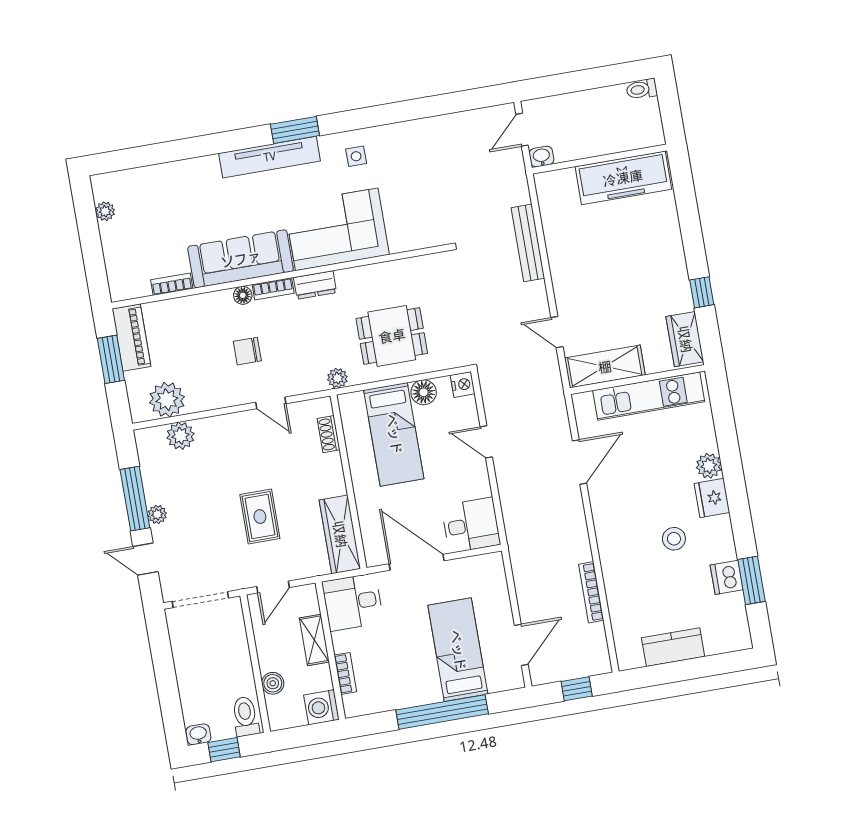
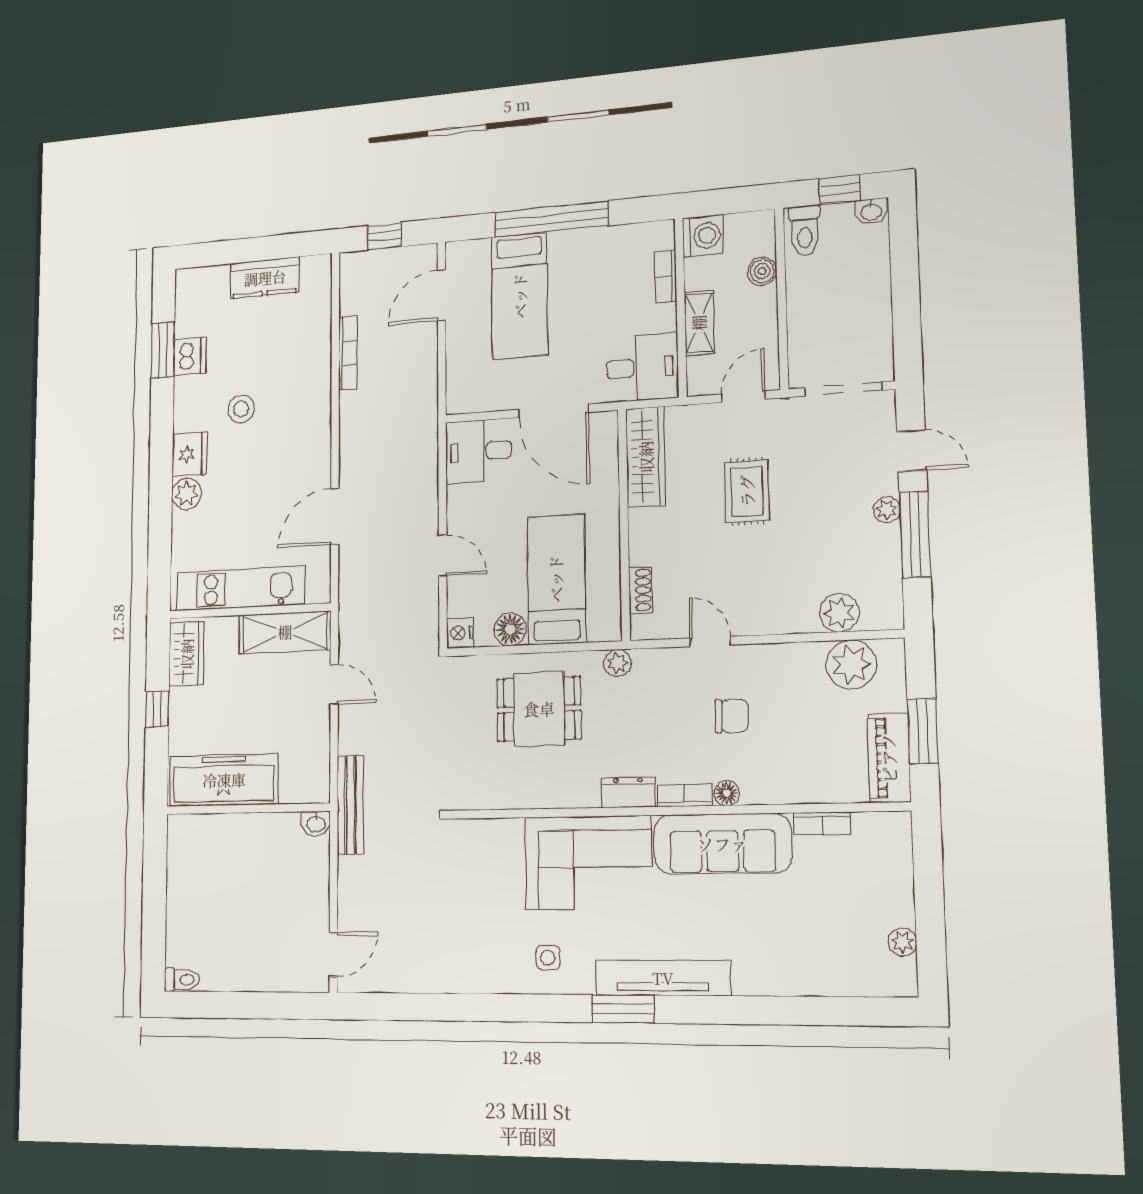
washbasin: (542, 157) -> (316, 824), moved
wall: (599, 159) -> (248, 809), moved
freezer: (623, 178) -> (224, 780), moved

